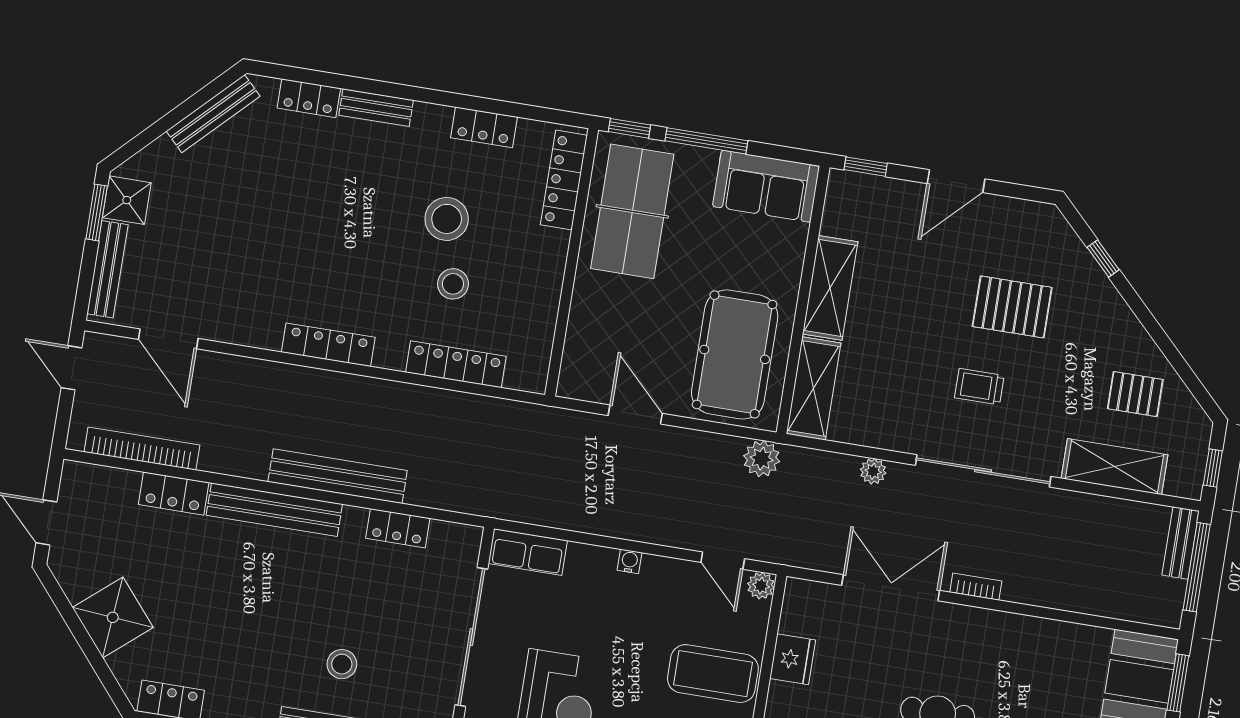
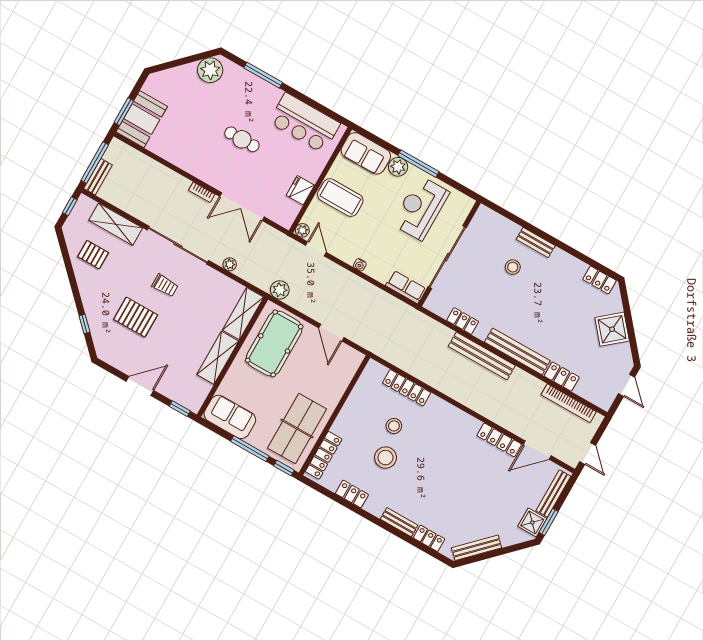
door: (168, 339) -> (537, 450), swing flipped
locker: (328, 345) -> (499, 440), moved

